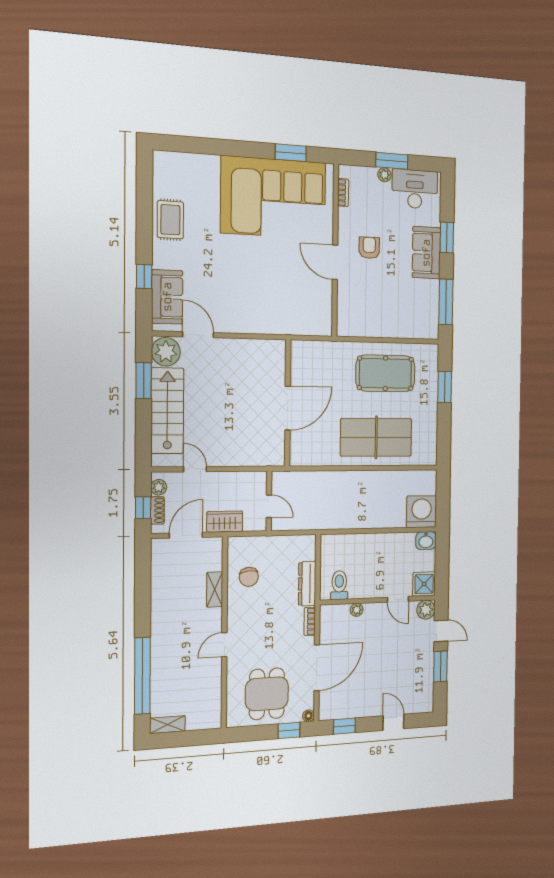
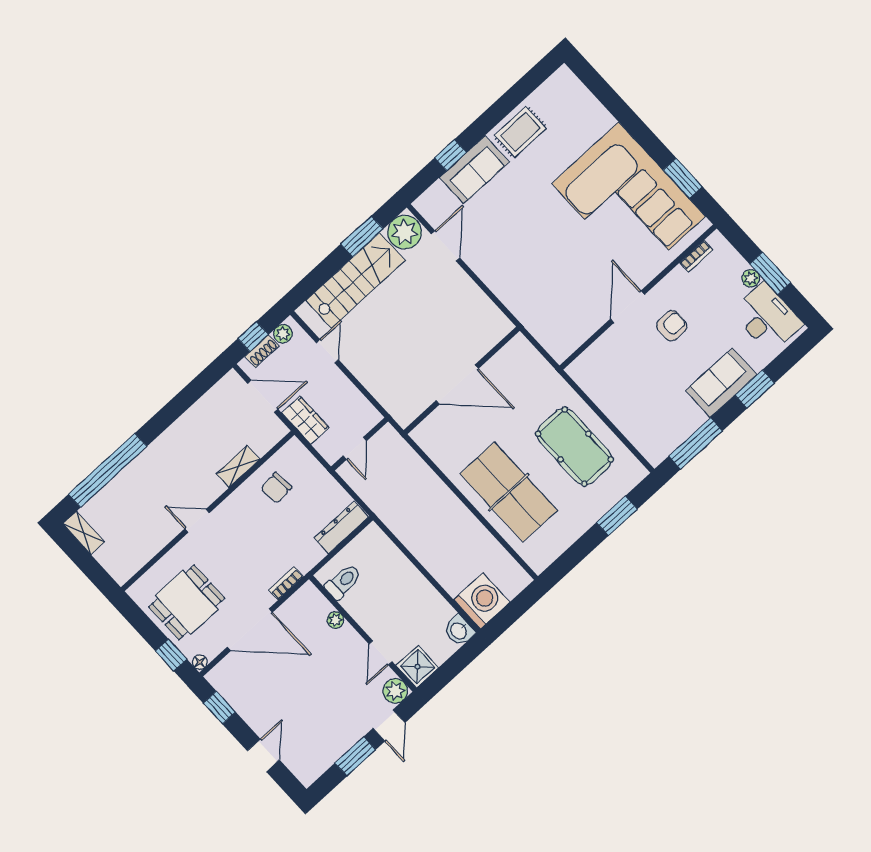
sofa: (167, 297) -> (474, 170), moved
dresser: (307, 584) -> (341, 527), moved

